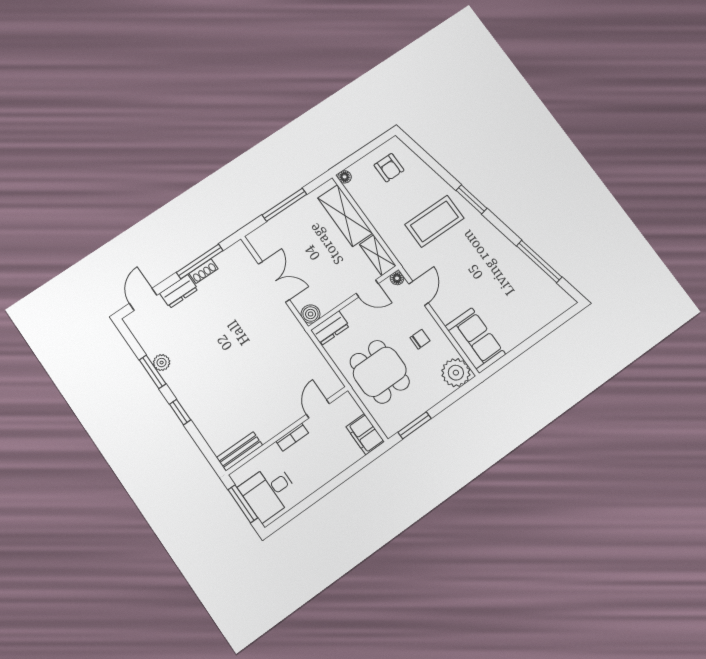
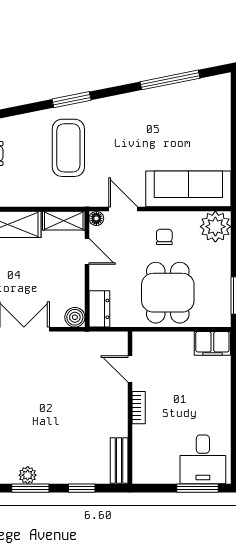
door: (367, 288) -> (87, 251), hinge flipped
sofa: (475, 340) -> (188, 189), width x1.36
dining table: (380, 372) -> (168, 293), turned 90
door: (318, 409) -> (130, 369), moved
wall: (287, 430) -> (130, 408), moved
bookcase: (292, 437) -> (139, 408), moved
bench: (240, 451) -> (119, 460), moved

